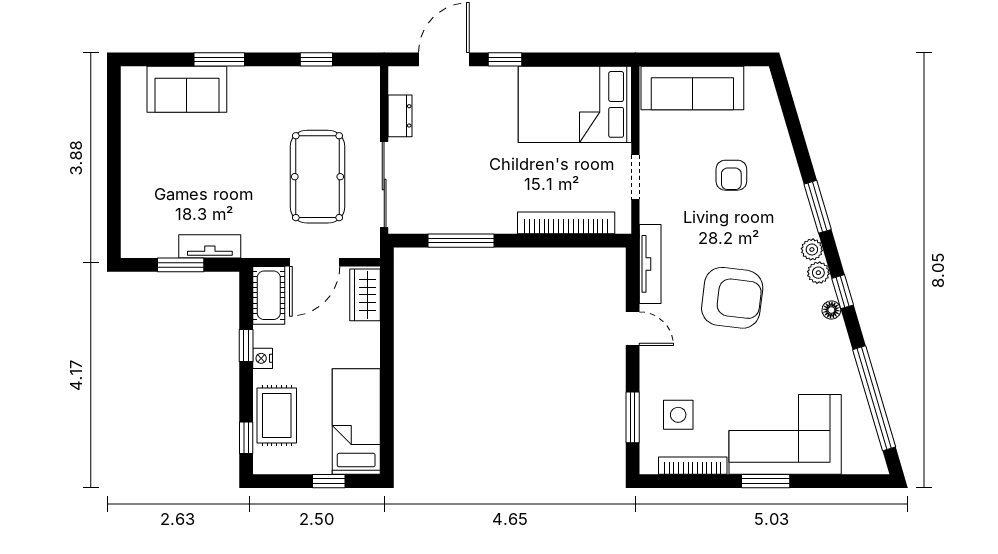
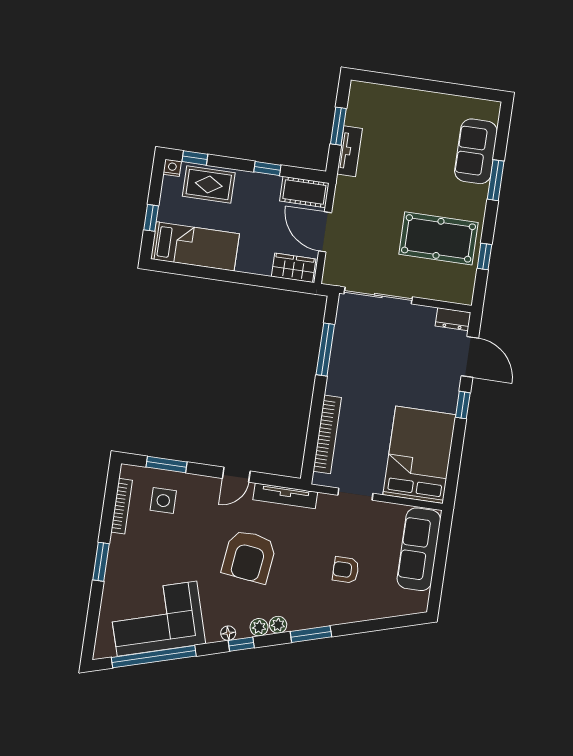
dresser: (400, 116) -> (453, 319), moved
pool table: (317, 177) -> (438, 238), moved
nightstand: (263, 358) -> (172, 168), moved
corner sofa: (785, 434) -> (157, 619), moved, turned -106

